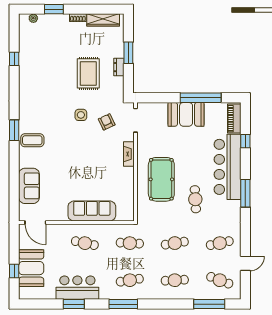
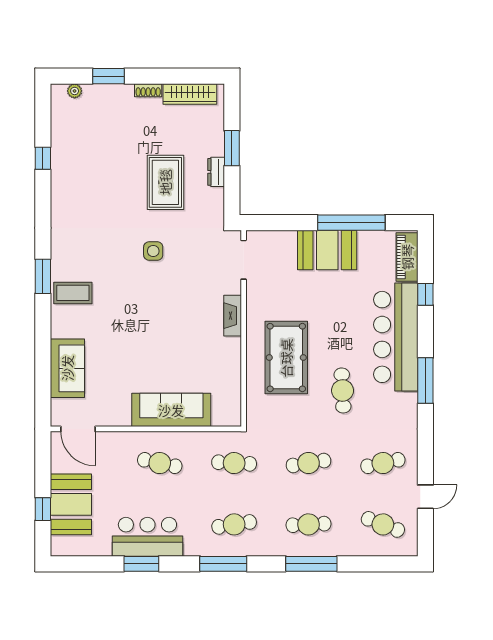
armchair: (107, 122) -> (196, 262), removed
window: (209, 304) -> (311, 564), moved

